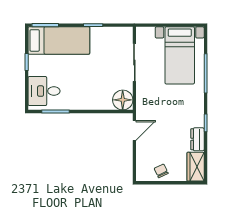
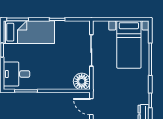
door: (134, 130) -> (91, 107), swing flipped

